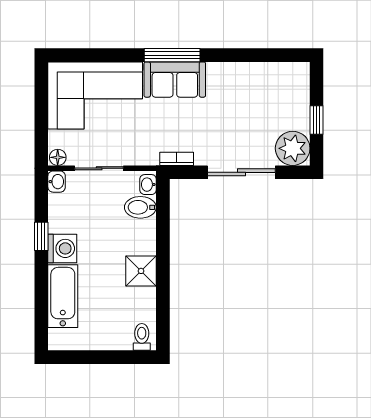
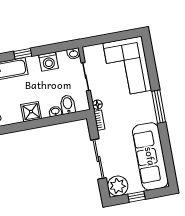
sofa: (175, 80) -> (150, 156), moved, width x1.85, depth x1.27
floor lamp: (58, 157) -> (97, 105), moved
washbasin: (148, 185) -> (55, 111), moved
window: (41, 236) -> (23, 54), moved
washing machine: (62, 248) -> (49, 62), moved

